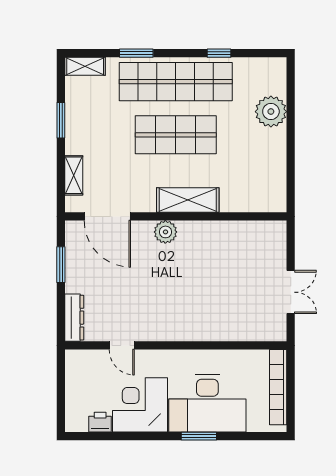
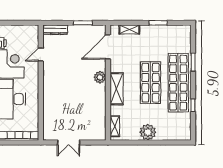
shelving: (85, 66) -> (115, 126), moved
plant: (271, 112) -> (148, 132), moved

